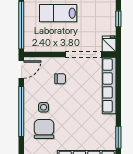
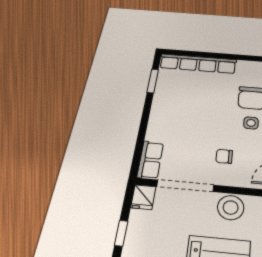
stool: (53, 42) -> (231, 207), added
row of seats: (109, 85) -> (150, 160), width x0.50

